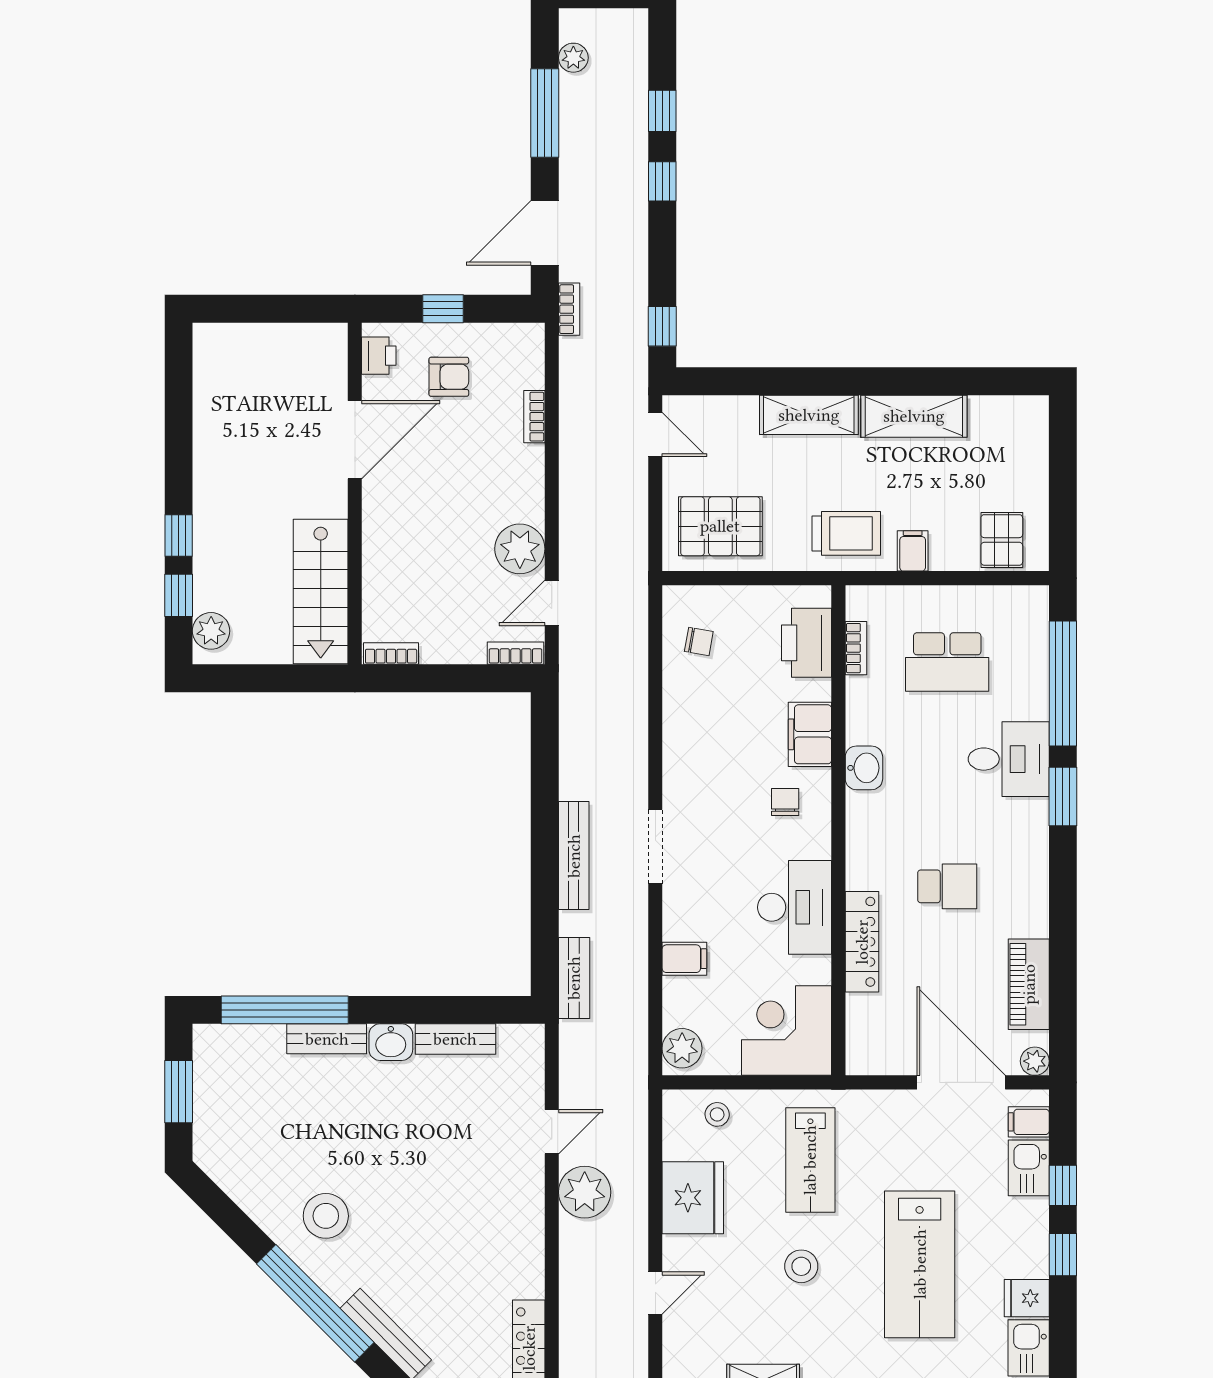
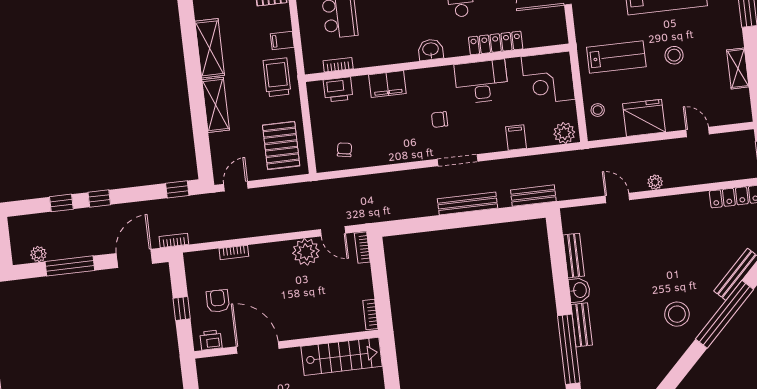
door: (545, 233) -> (134, 258), swing flipped
printer: (807, 643) -> (338, 90), width x0.73, depth x0.84
washbasin: (864, 768) -> (431, 50), moved
chair: (785, 802) -> (440, 120), moved
plant: (585, 1192) -> (655, 182), width x0.53, depth x0.53

